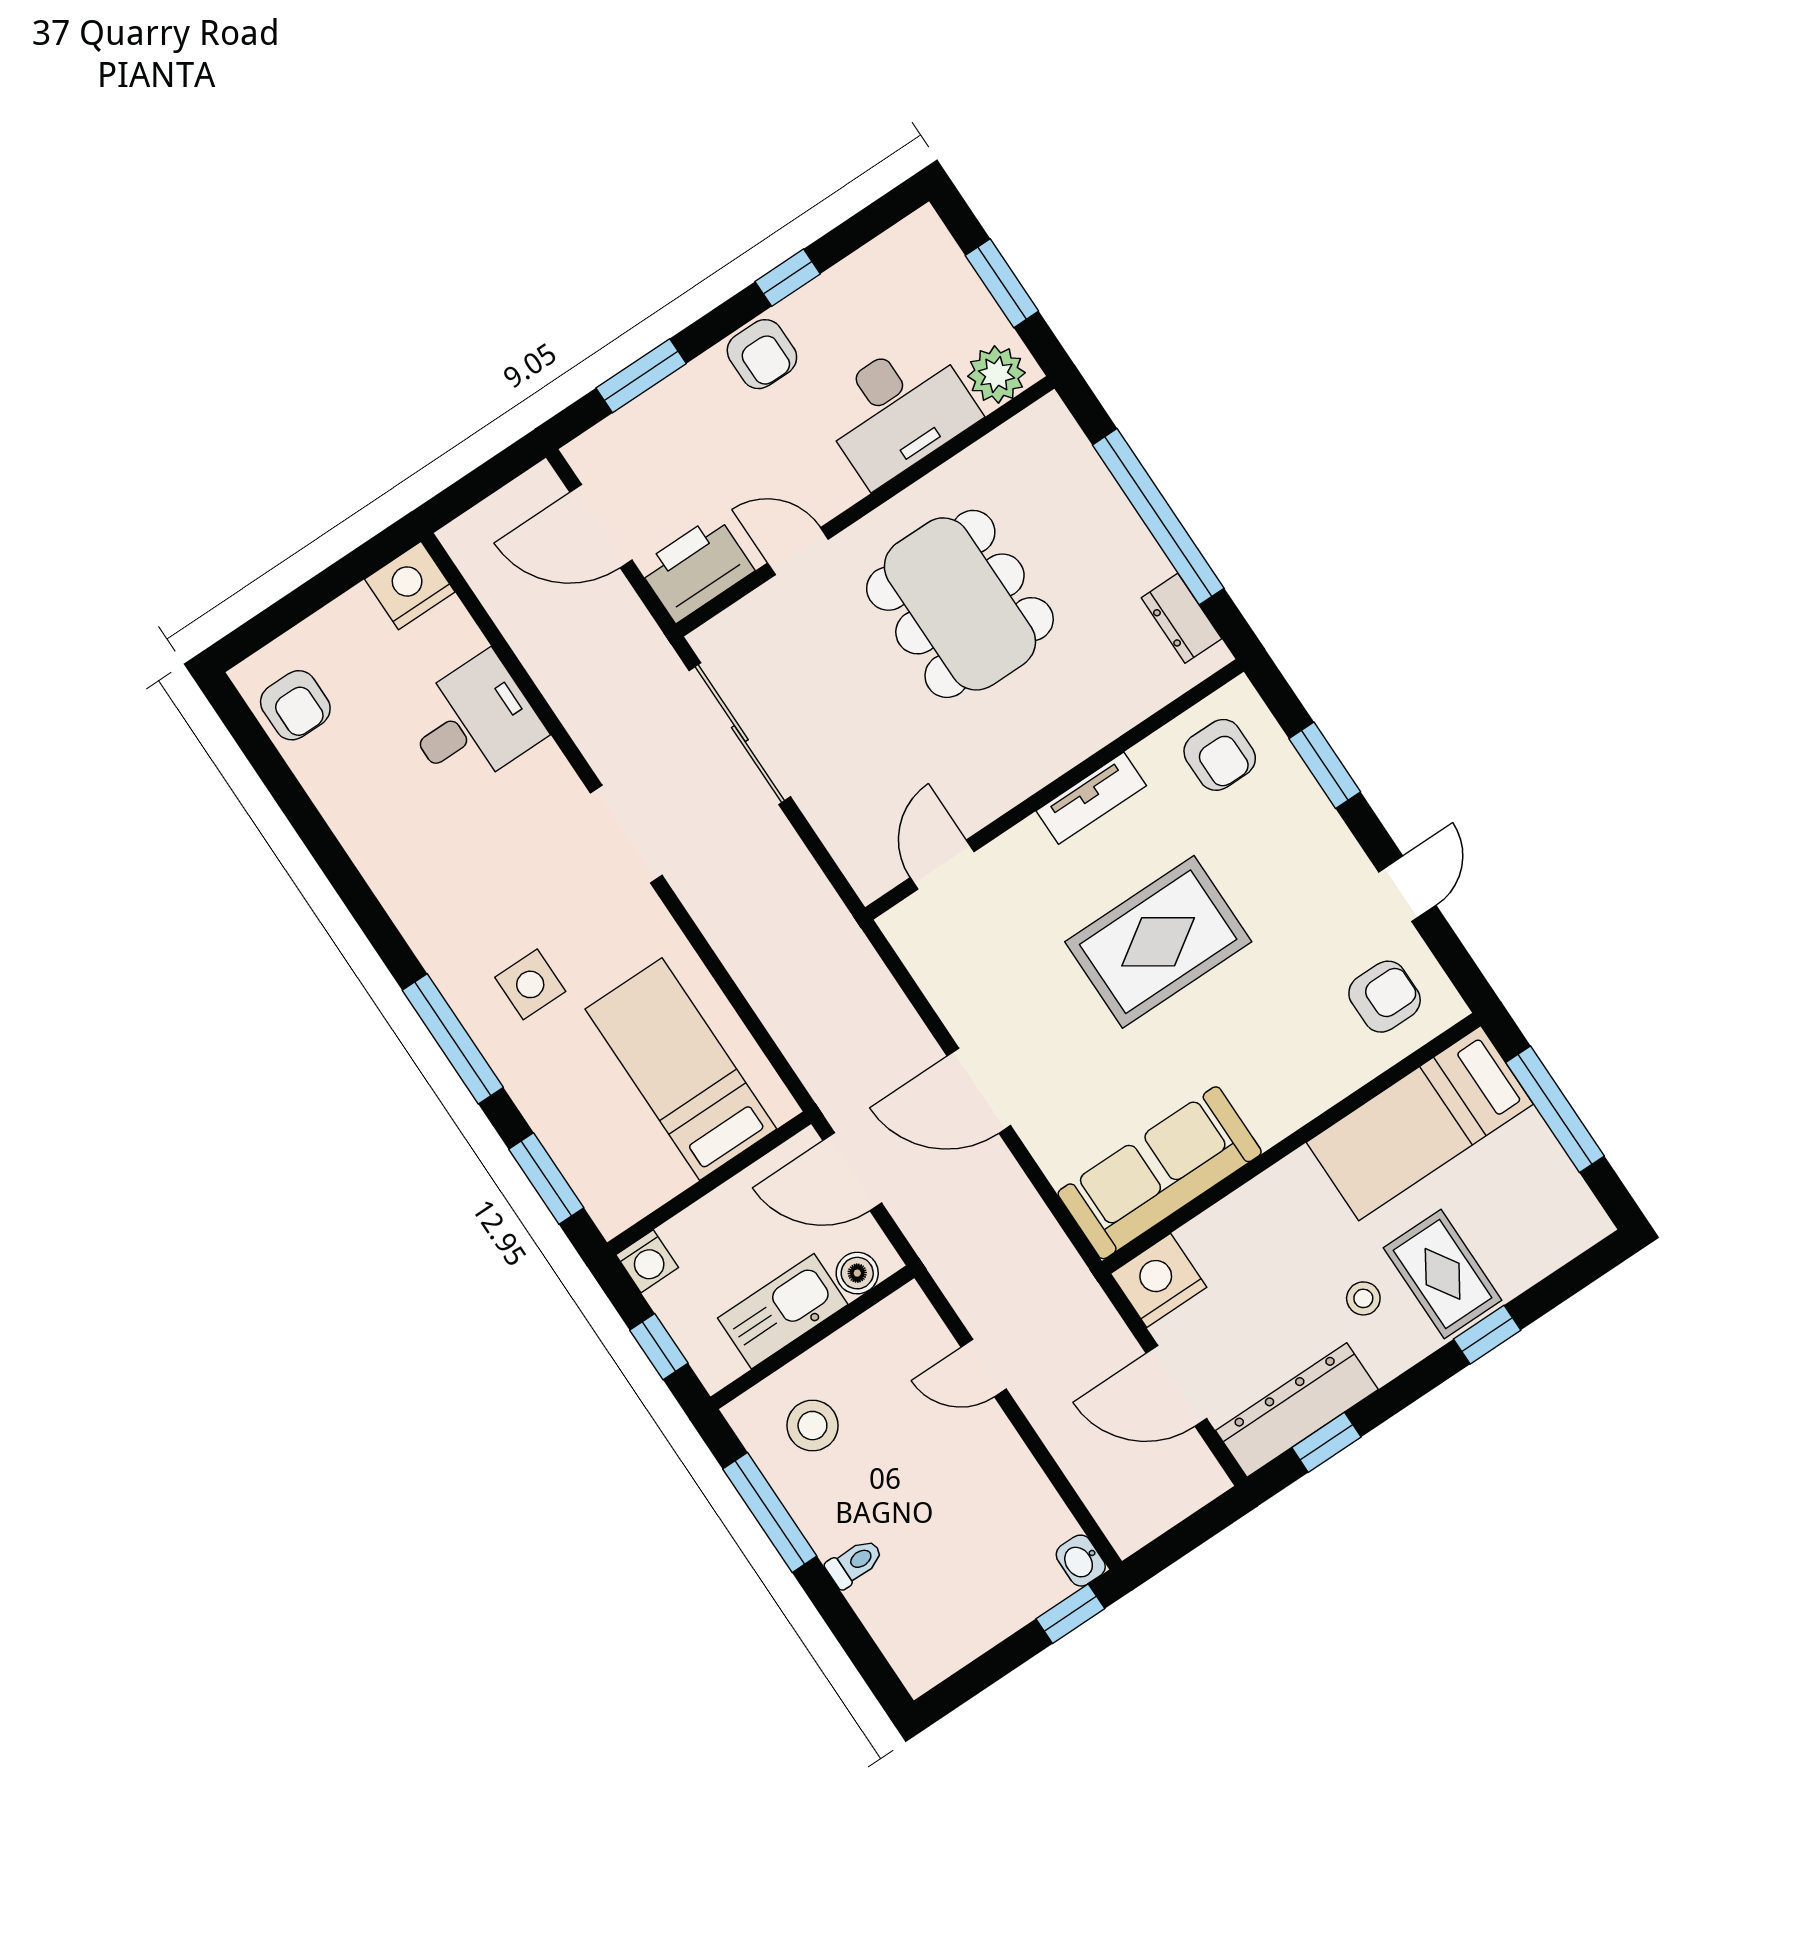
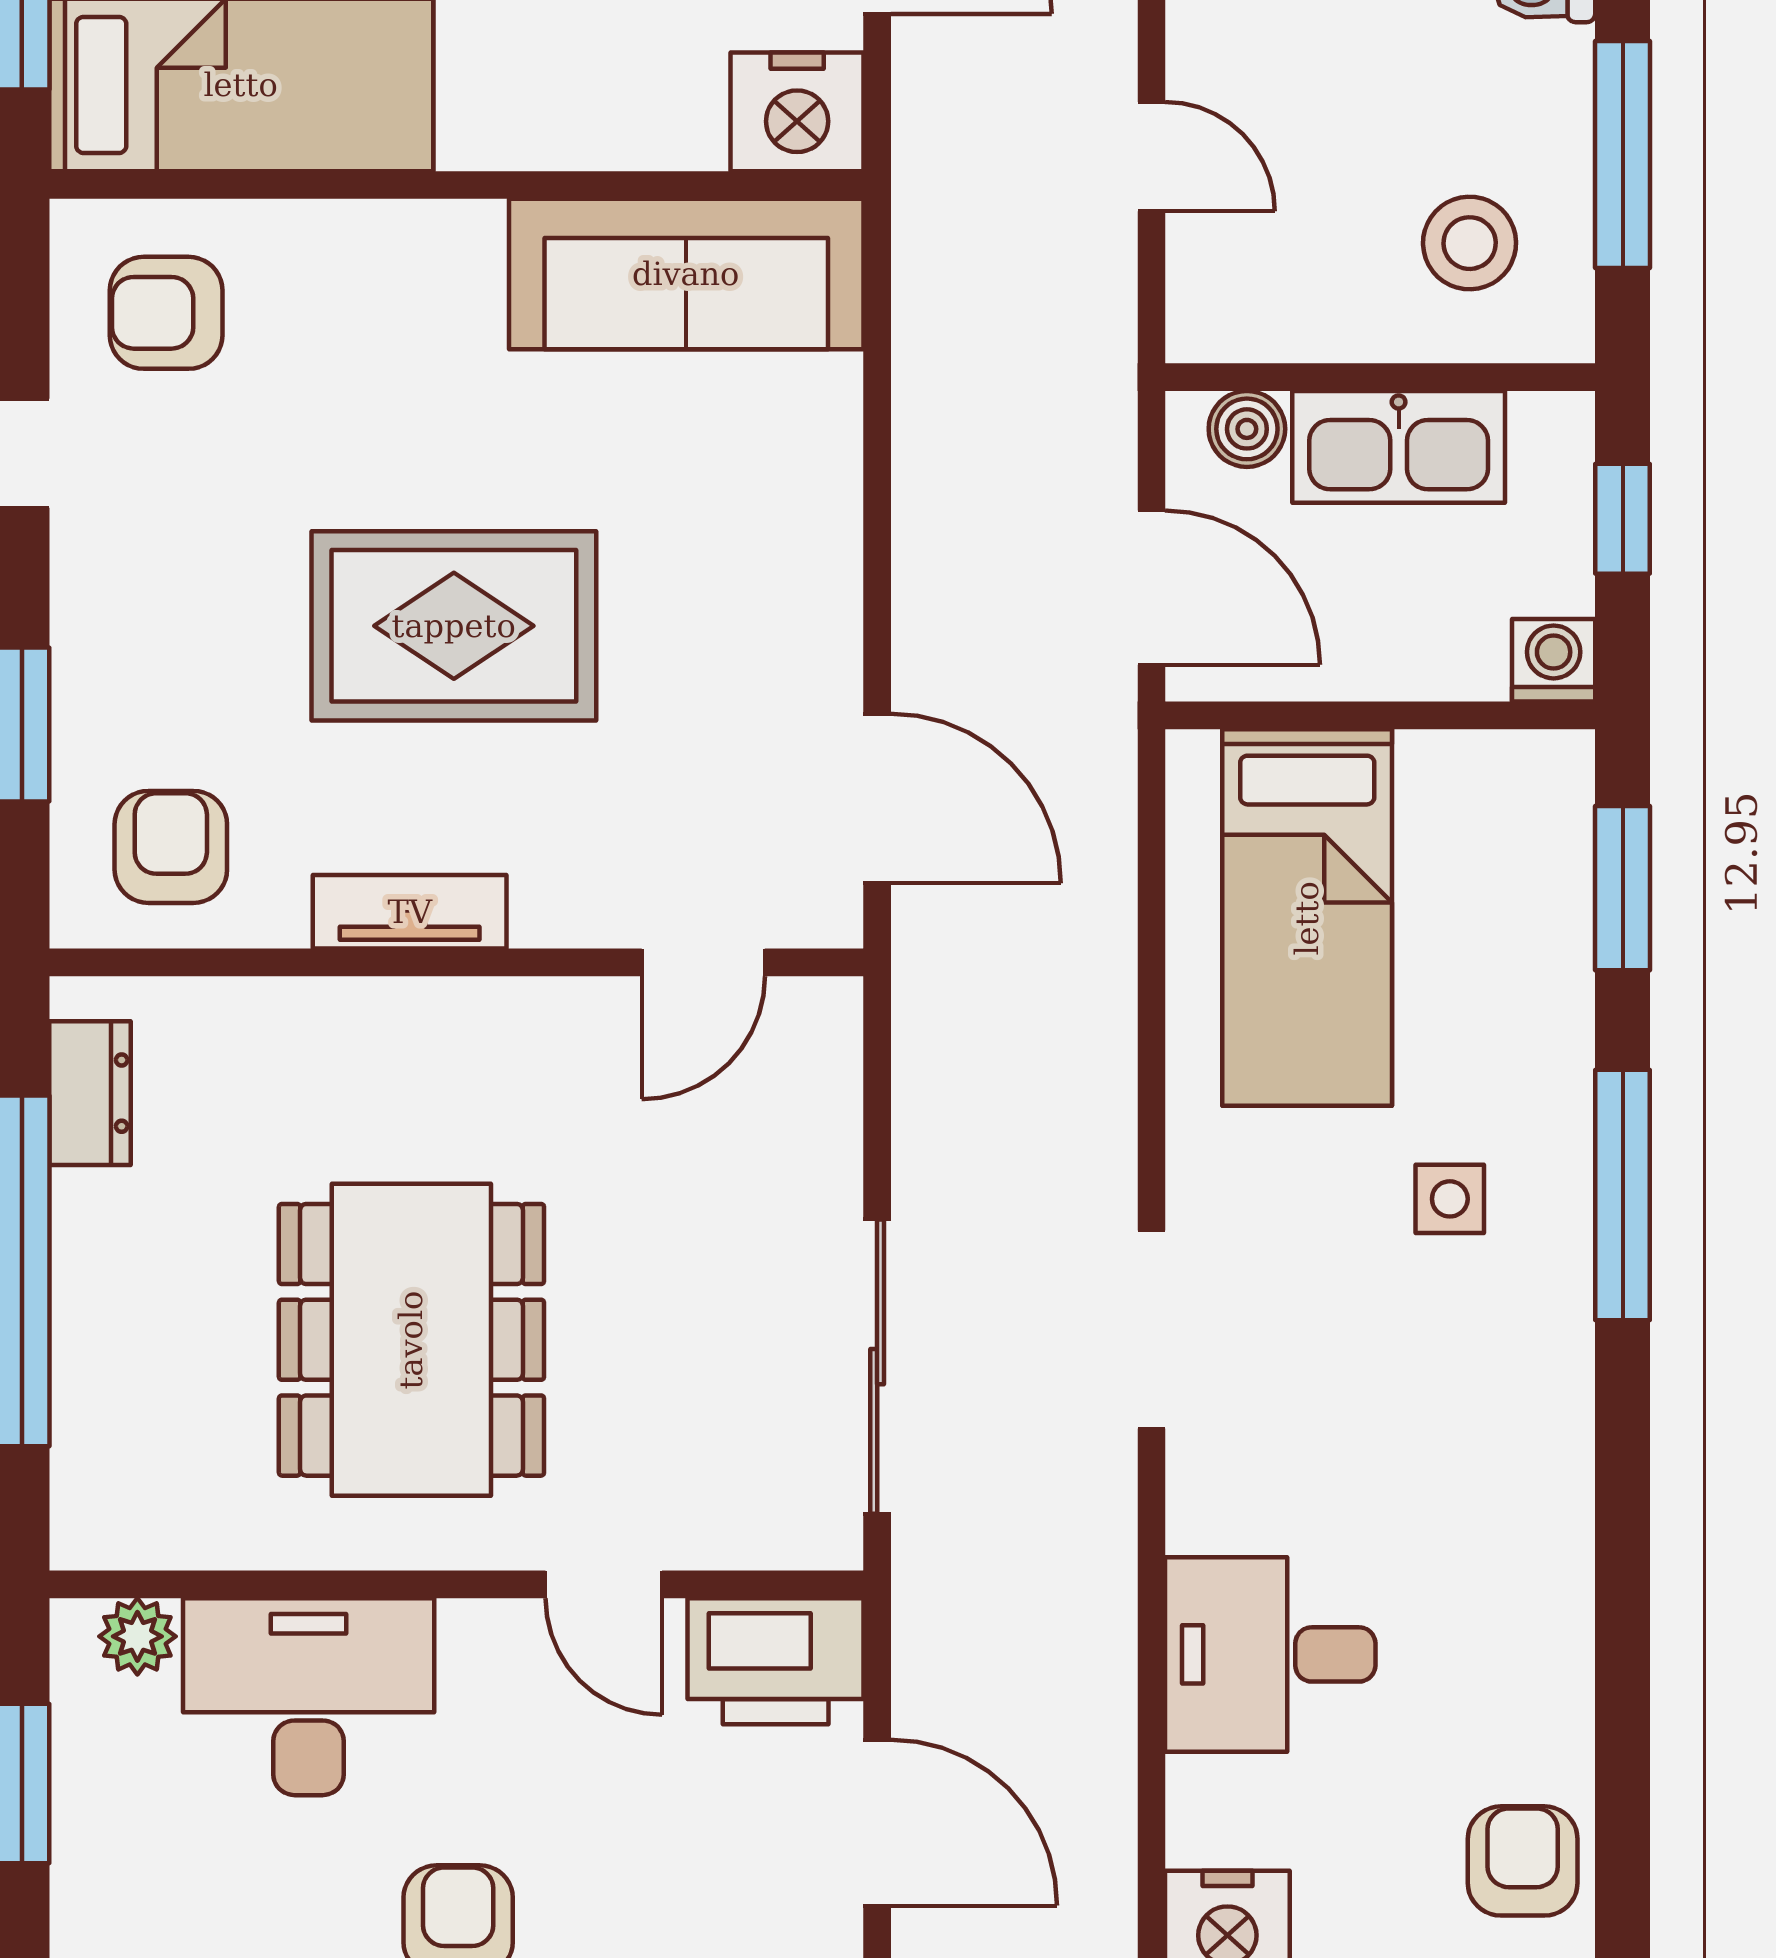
plant: (996, 374) -> (137, 1636), width x0.73, depth x0.73
side table: (530, 984) -> (1450, 1199), width x0.73, depth x0.73
door: (979, 1091) -> (877, 799), moved

